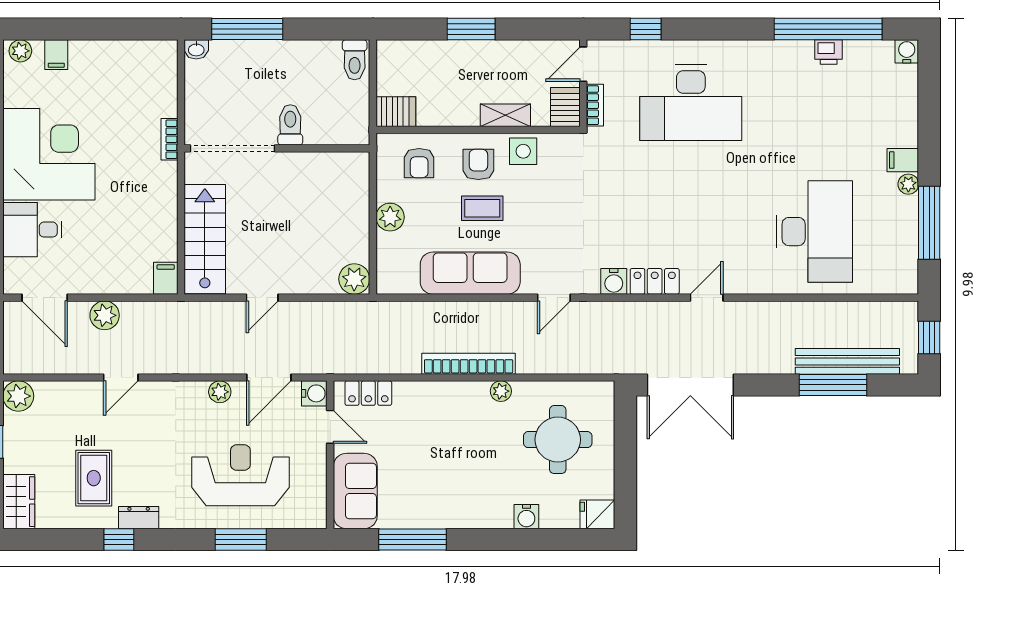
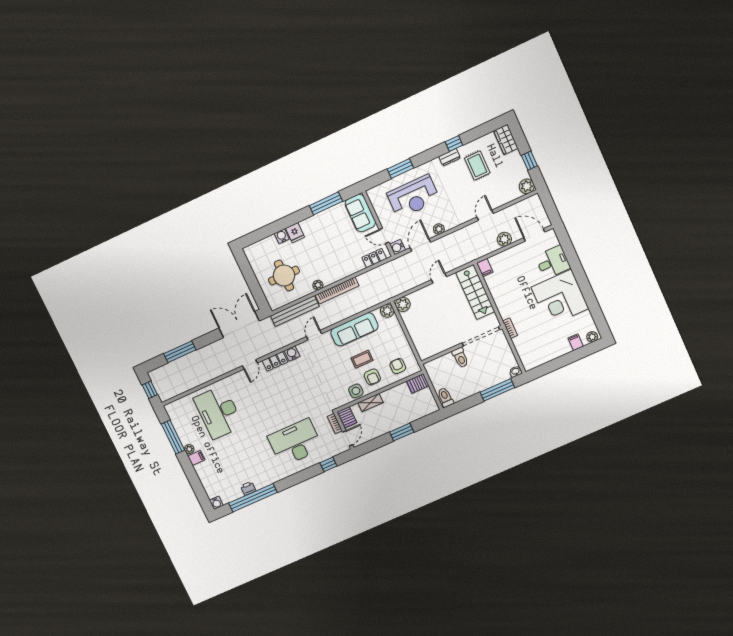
plant: (390, 217) -> (387, 311), moved
bench: (847, 361) -> (295, 311), moved
fridge: (597, 514) -> (295, 233), moved, turned 90

